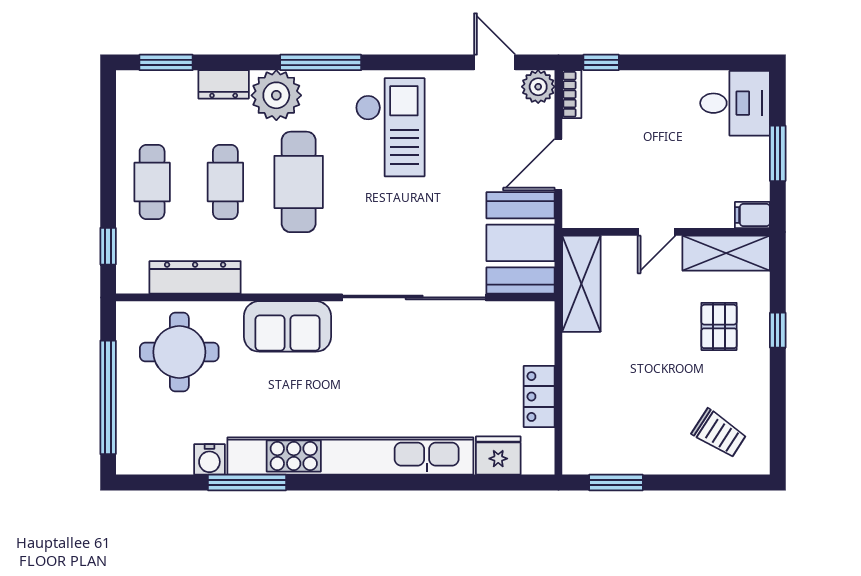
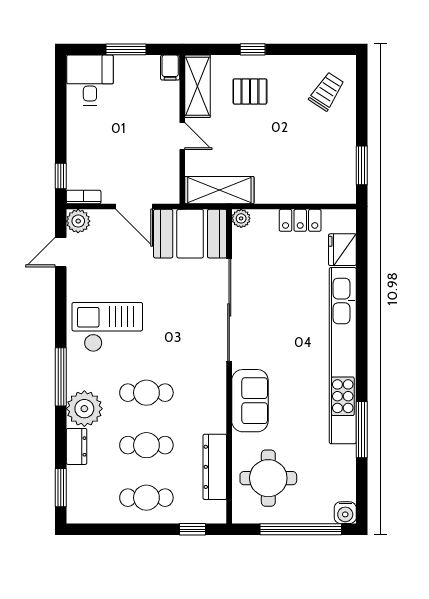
cafe table: (299, 182) -> (146, 393), width x0.73, depth x0.74
plant: (542, 314) -> (241, 218), added
water cooler: (209, 459) -> (345, 513), moved, turned 90

